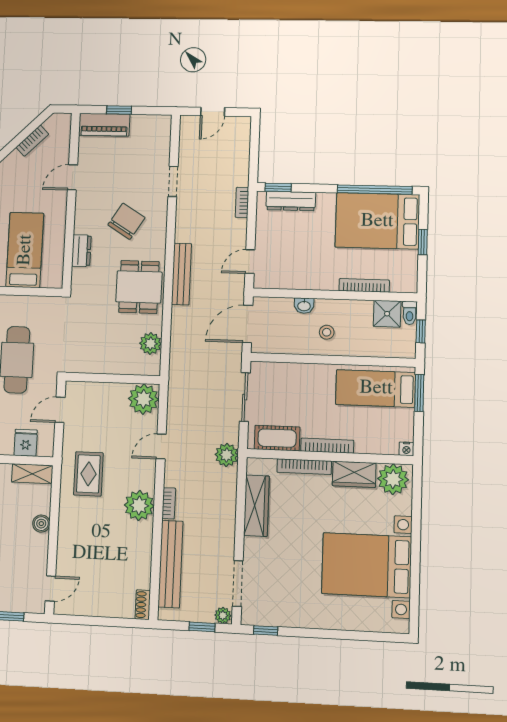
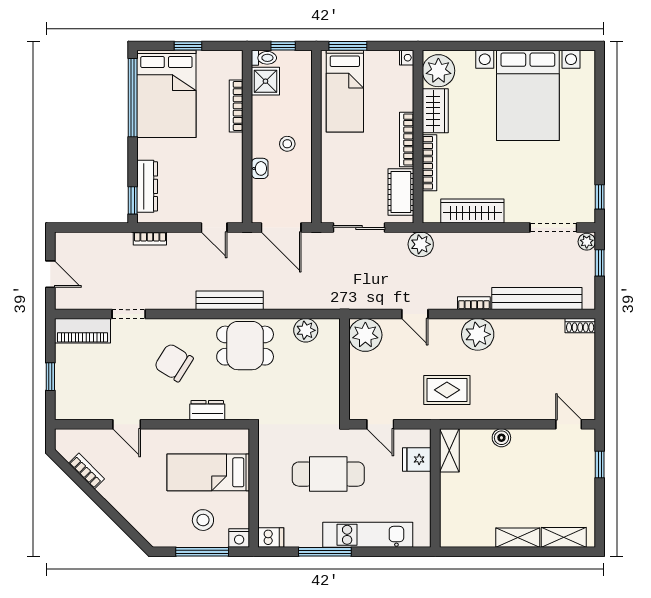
piano: (104, 125) -> (83, 331), moved, turned 90

